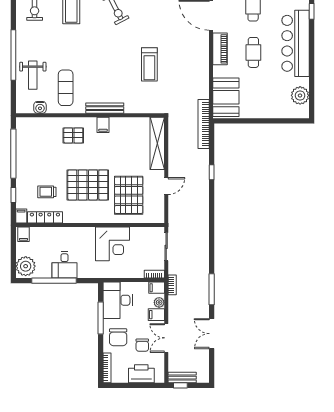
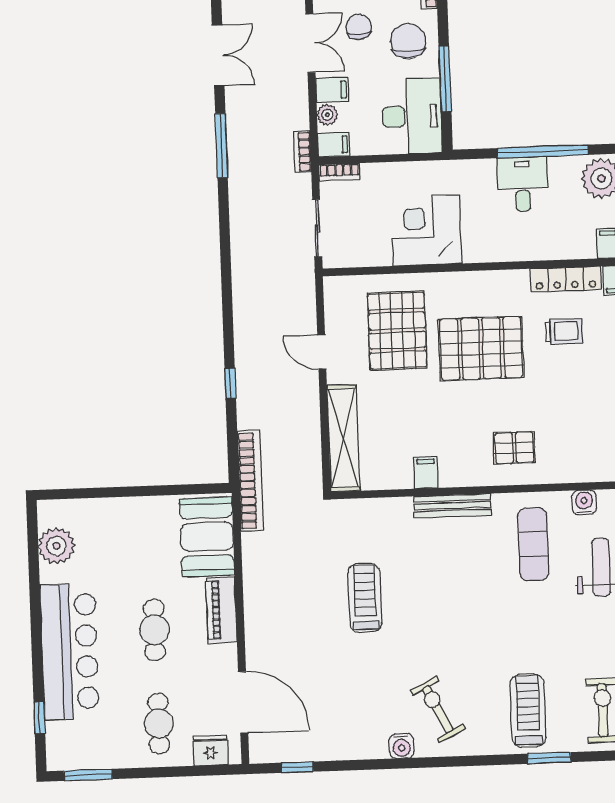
piano: (220, 49) -> (221, 610), moved
filing cabinet: (103, 125) -> (426, 473), moved
door: (166, 186) -> (322, 352), hinge flipped

